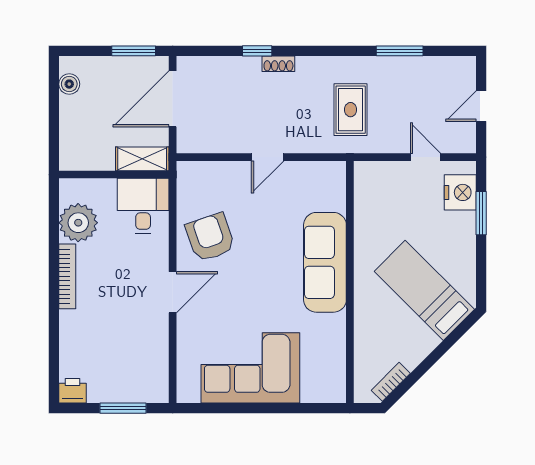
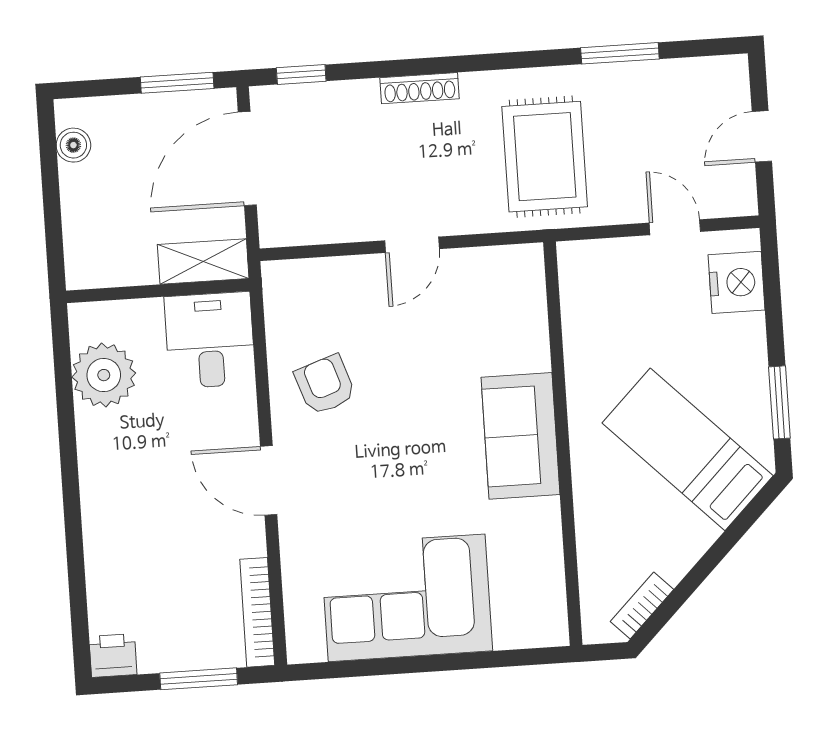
window: (257, 51) -> (301, 75), moved
shoe rack: (278, 64) -> (420, 88), width x1.43
rug: (351, 110) -> (545, 157), width x1.36, depth x1.43
window: (481, 213) -> (779, 402), moved
armchair: (210, 237) -> (325, 385), width x0.72, depth x0.72
sofa: (325, 262) -> (521, 436), width x0.73
bookcase: (67, 276) -> (257, 612), moved, turned 180
door: (173, 292) -> (269, 480), swing flipped

